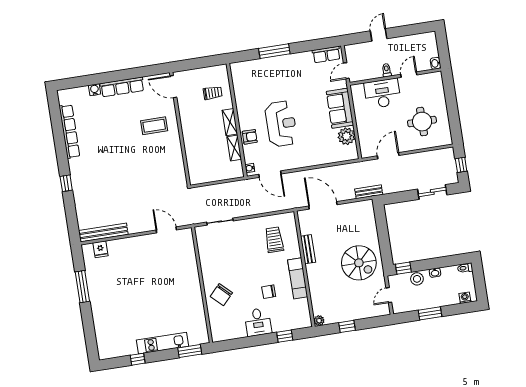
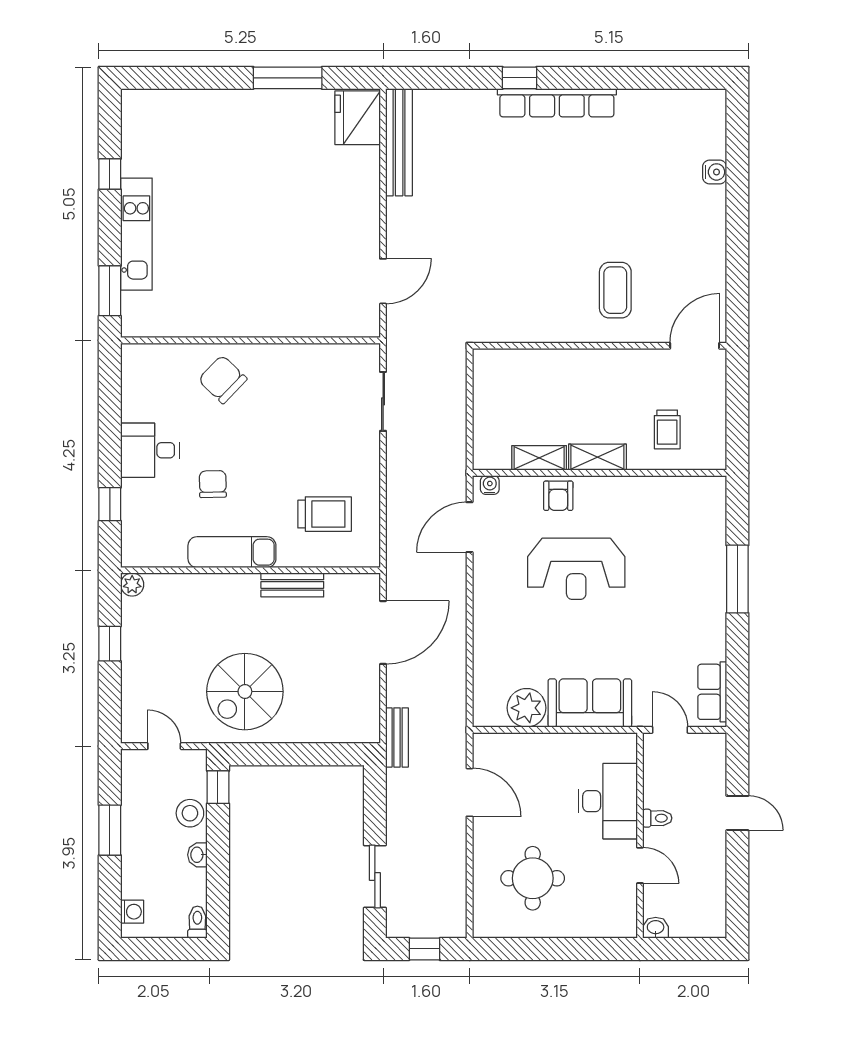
row of seats: (122, 87) -> (711, 234), removed
row of seats: (69, 131) -> (557, 103), moved
fridge: (100, 249) -> (358, 118), width x1.88, depth x1.34

